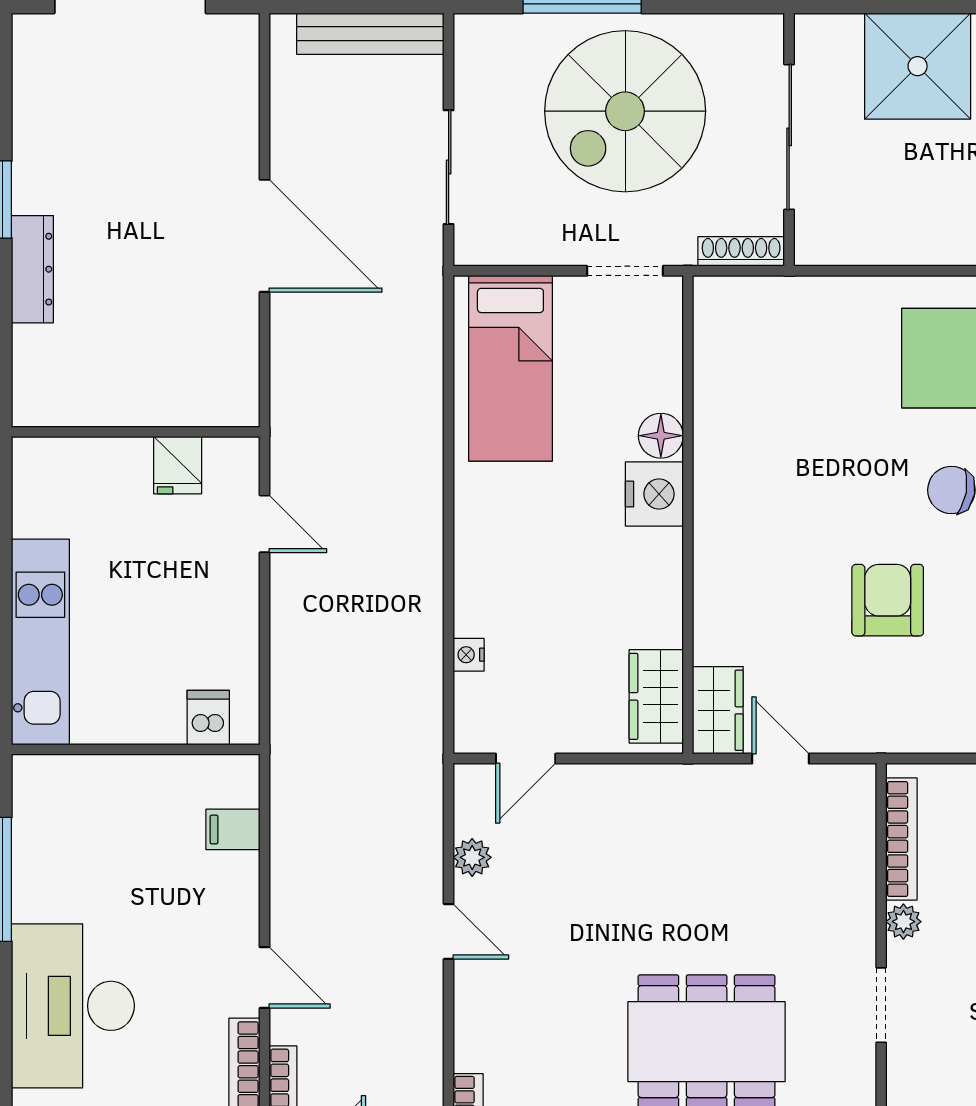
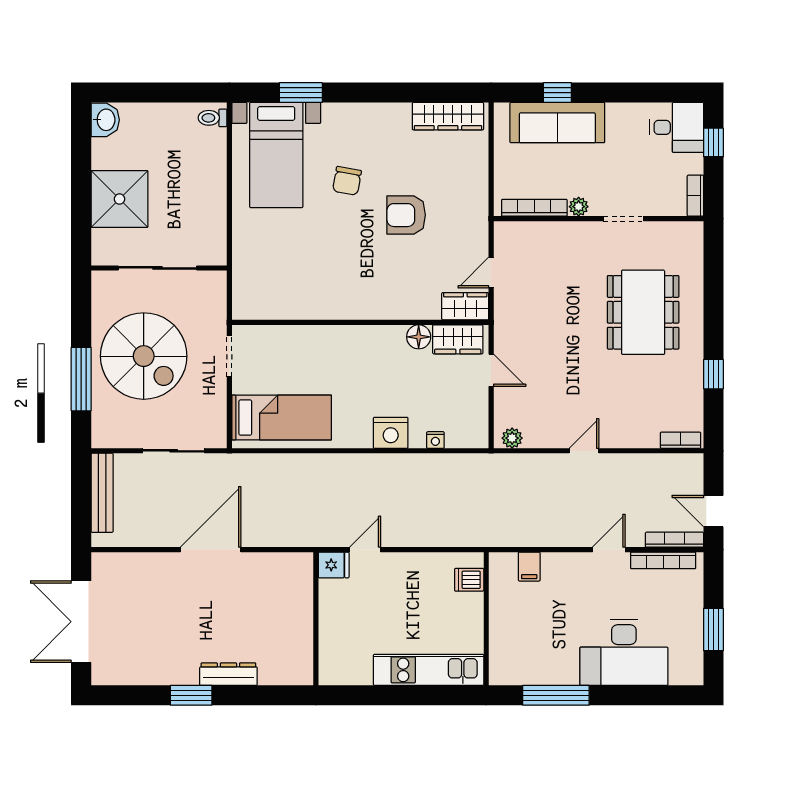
shoe rack: (741, 251) -> (219, 294), removed
floor lamp: (661, 436) -> (419, 337), moved
fridge: (178, 465) -> (334, 565), moved
nightstand: (654, 494) -> (391, 433), moved, turned 180
door: (526, 759) -> (491, 370), moved
plant: (472, 857) -> (512, 438), moved

